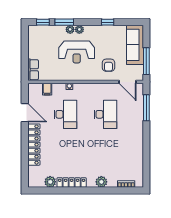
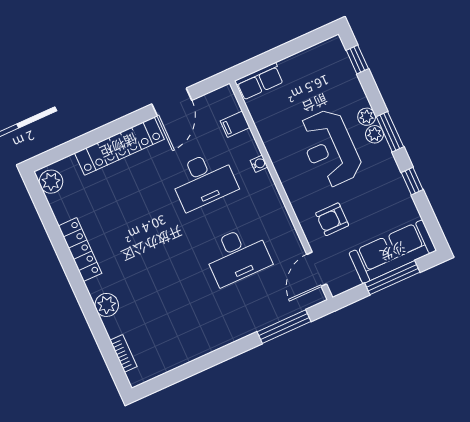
window: (64, 22) -> (390, 132), moved
window: (146, 61) -> (392, 278), moved
plant: (50, 182) -> (51, 182), moved

